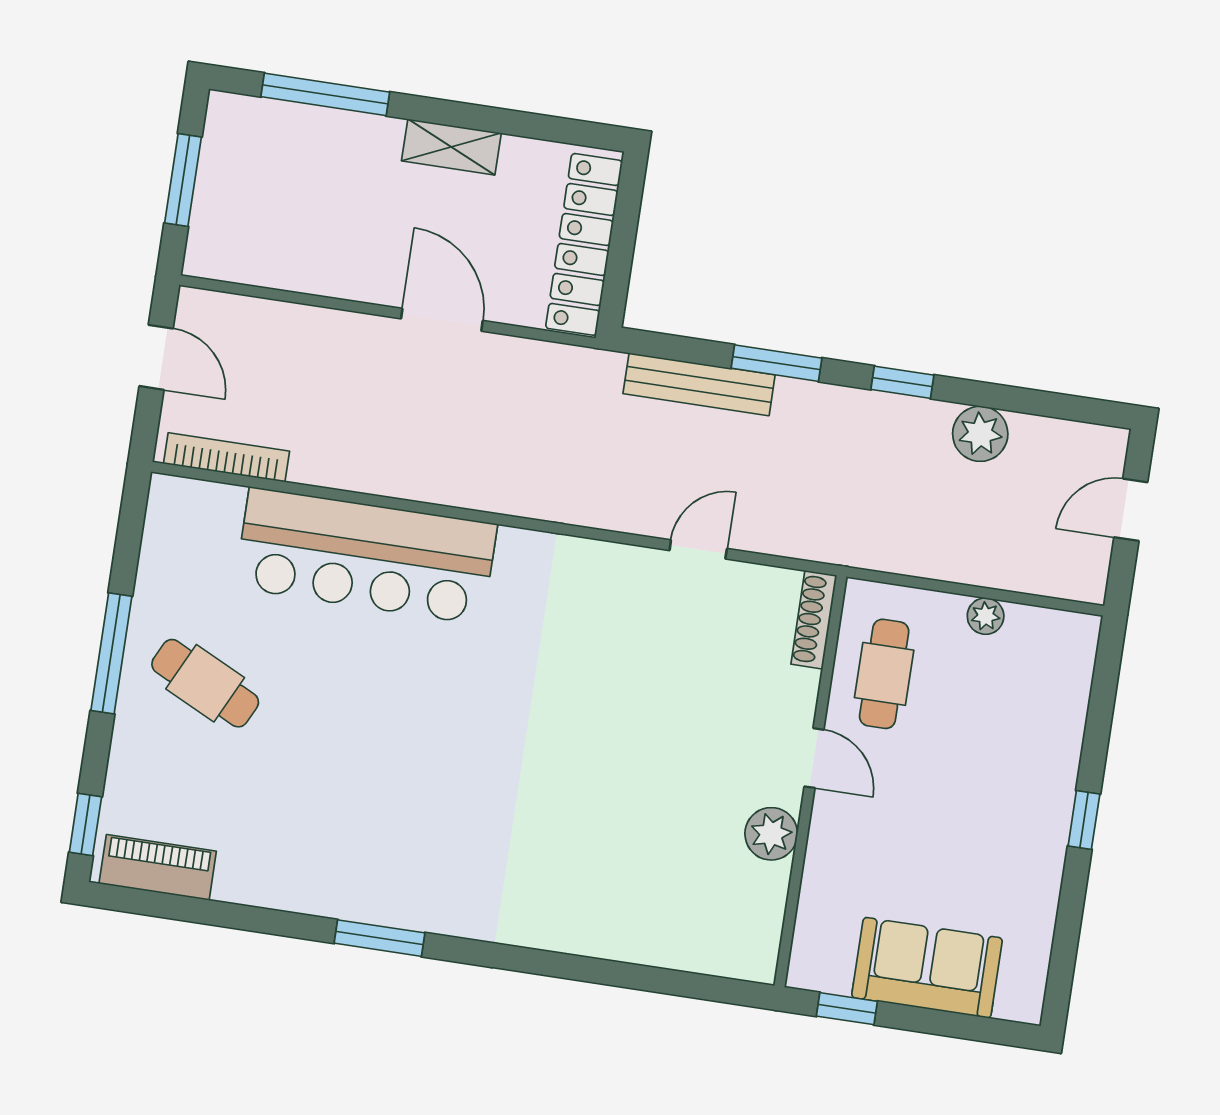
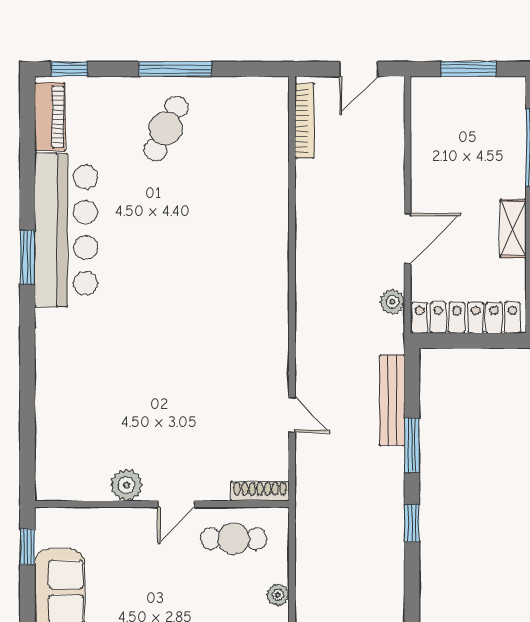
plant: (980, 434) -> (392, 302), moved, width x0.73, depth x0.73
bar counter: (366, 556) -> (66, 230), moved, turned 180

